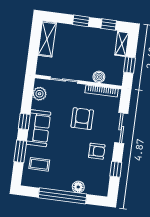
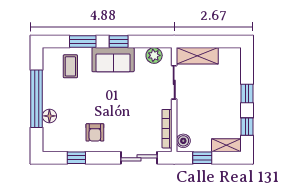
shelving: (47, 39) -> (197, 56), moved
boiler: (99, 77) -> (183, 141), moved
armchair: (82, 119) -> (131, 110), removed
sliding door: (121, 128) -> (139, 158), moved

